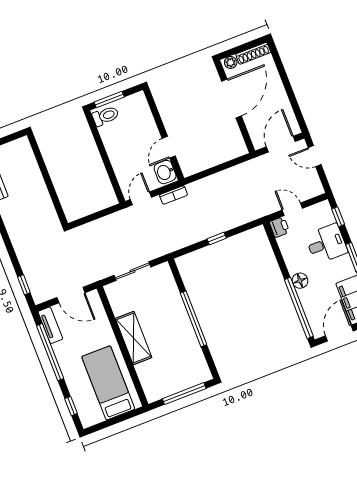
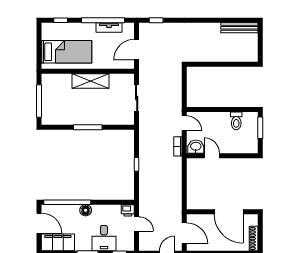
plant: (231, 62) -> (253, 221), removed
toilet: (106, 116) -> (236, 121), moved
door: (292, 209) -> (137, 224), hinge flipped
window: (194, 319) -> (88, 127), width x0.68
tv unit: (50, 325) -> (109, 27), moved

